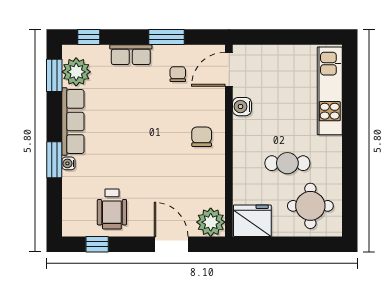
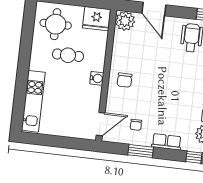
water cooler: (242, 107) -> (97, 78), moved

